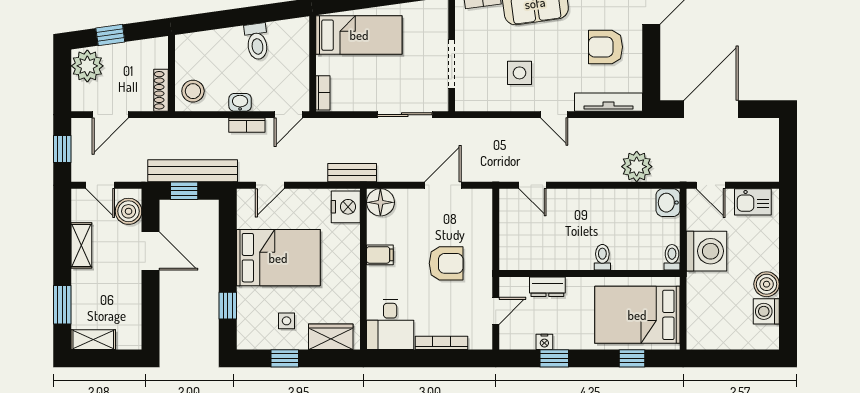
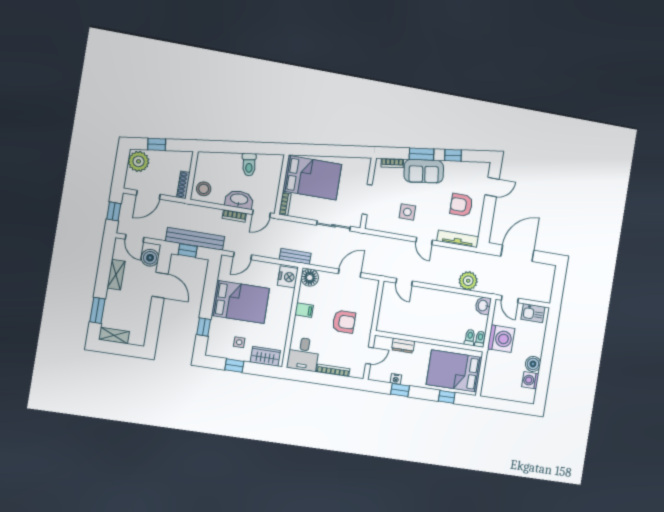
bed: (359, 35) -> (312, 178), width x1.50
washbasin: (240, 102) -> (239, 199), width x1.91, depth x1.45
toilet: (602, 257) -> (470, 337), moved

